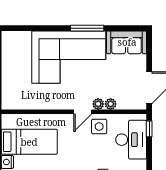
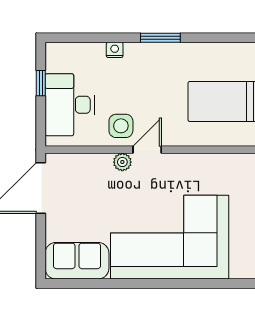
window: (87, 28) -> (140, 284), removed
plant: (111, 104) -> (102, 162), removed
window: (149, 129) -> (41, 83), moved

